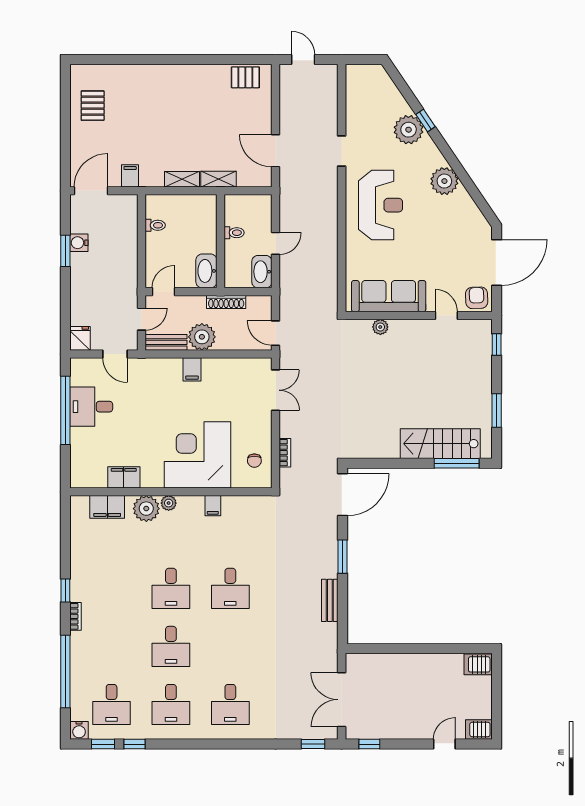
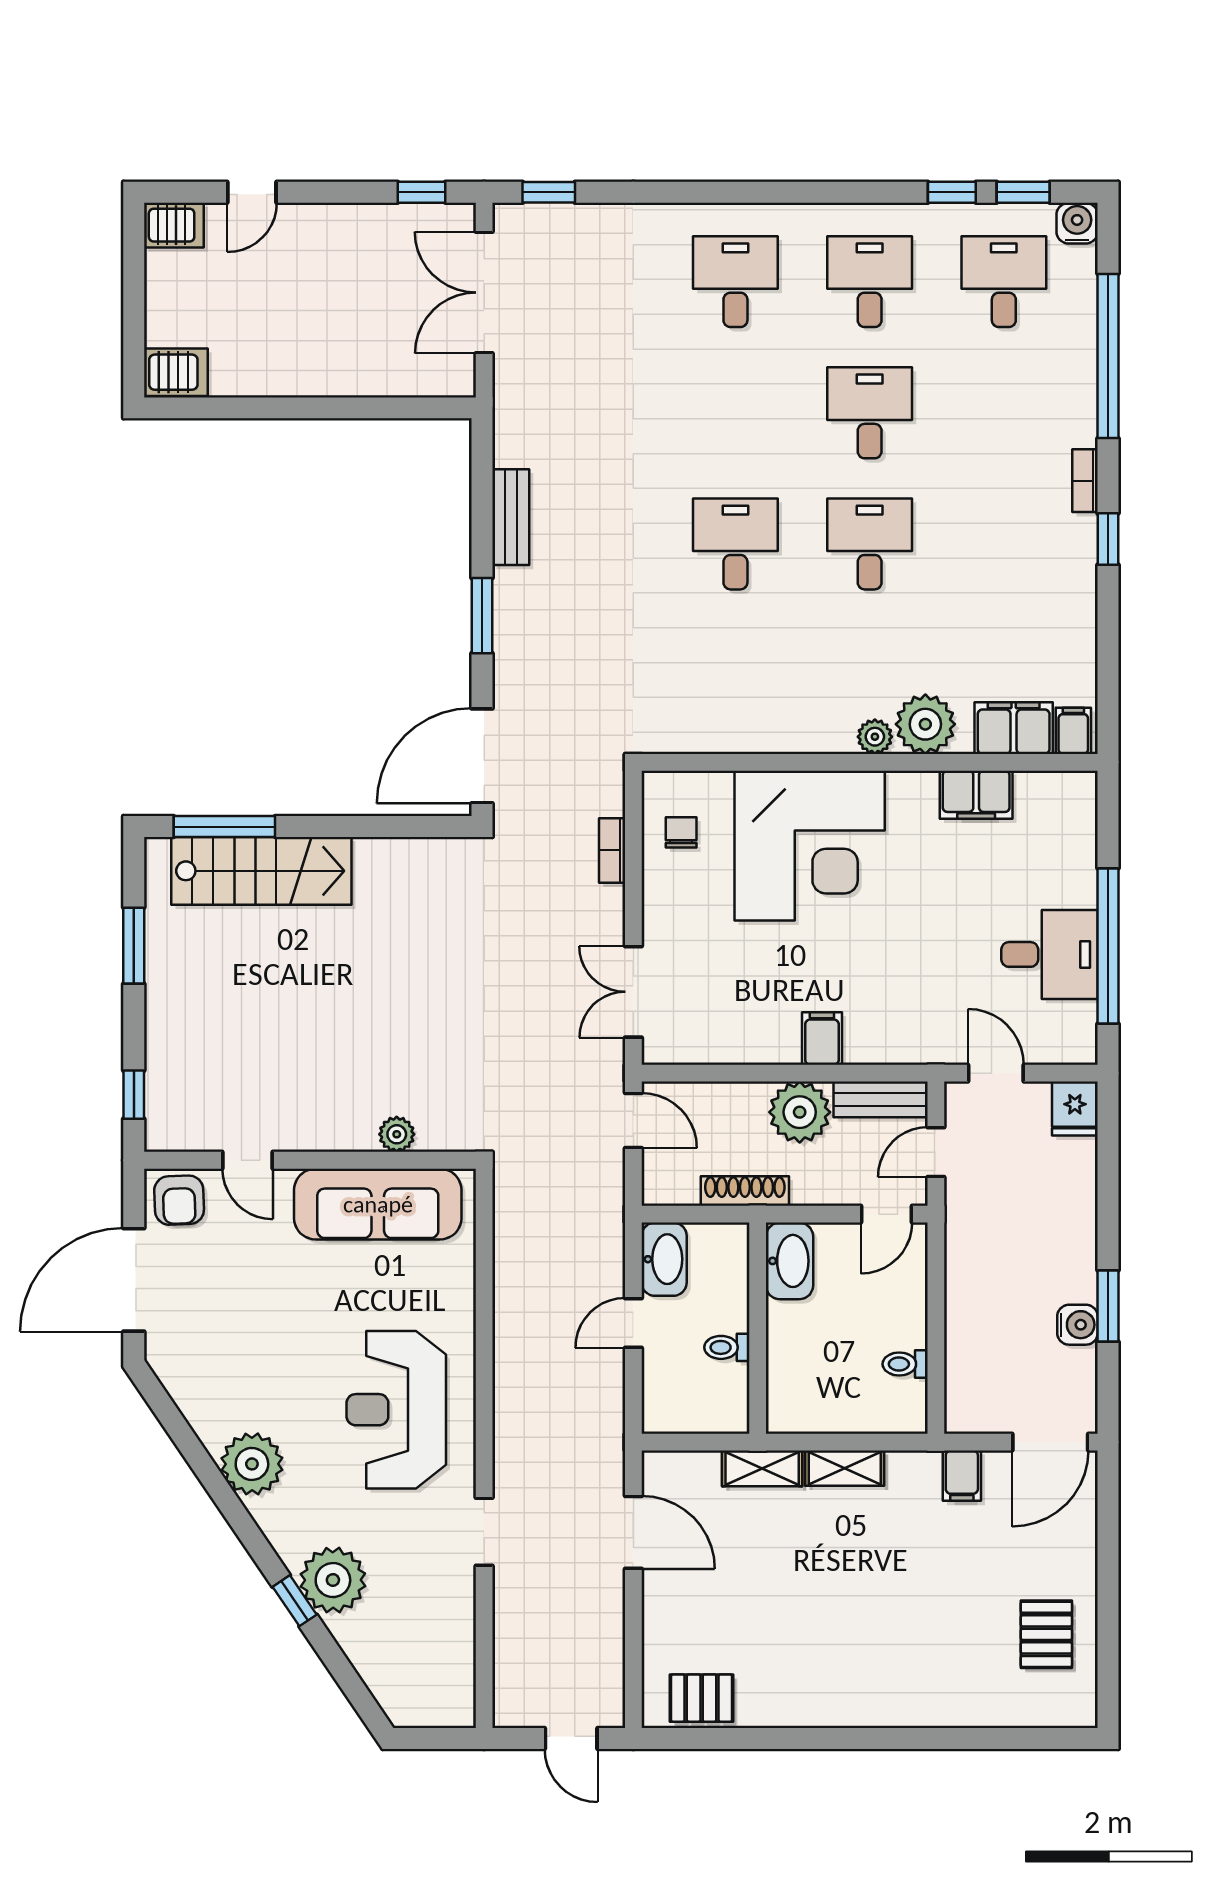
filing cabinet: (213, 506) -> (1073, 731), moved
double door: (342, 700) -> (484, 293), swing flipped

